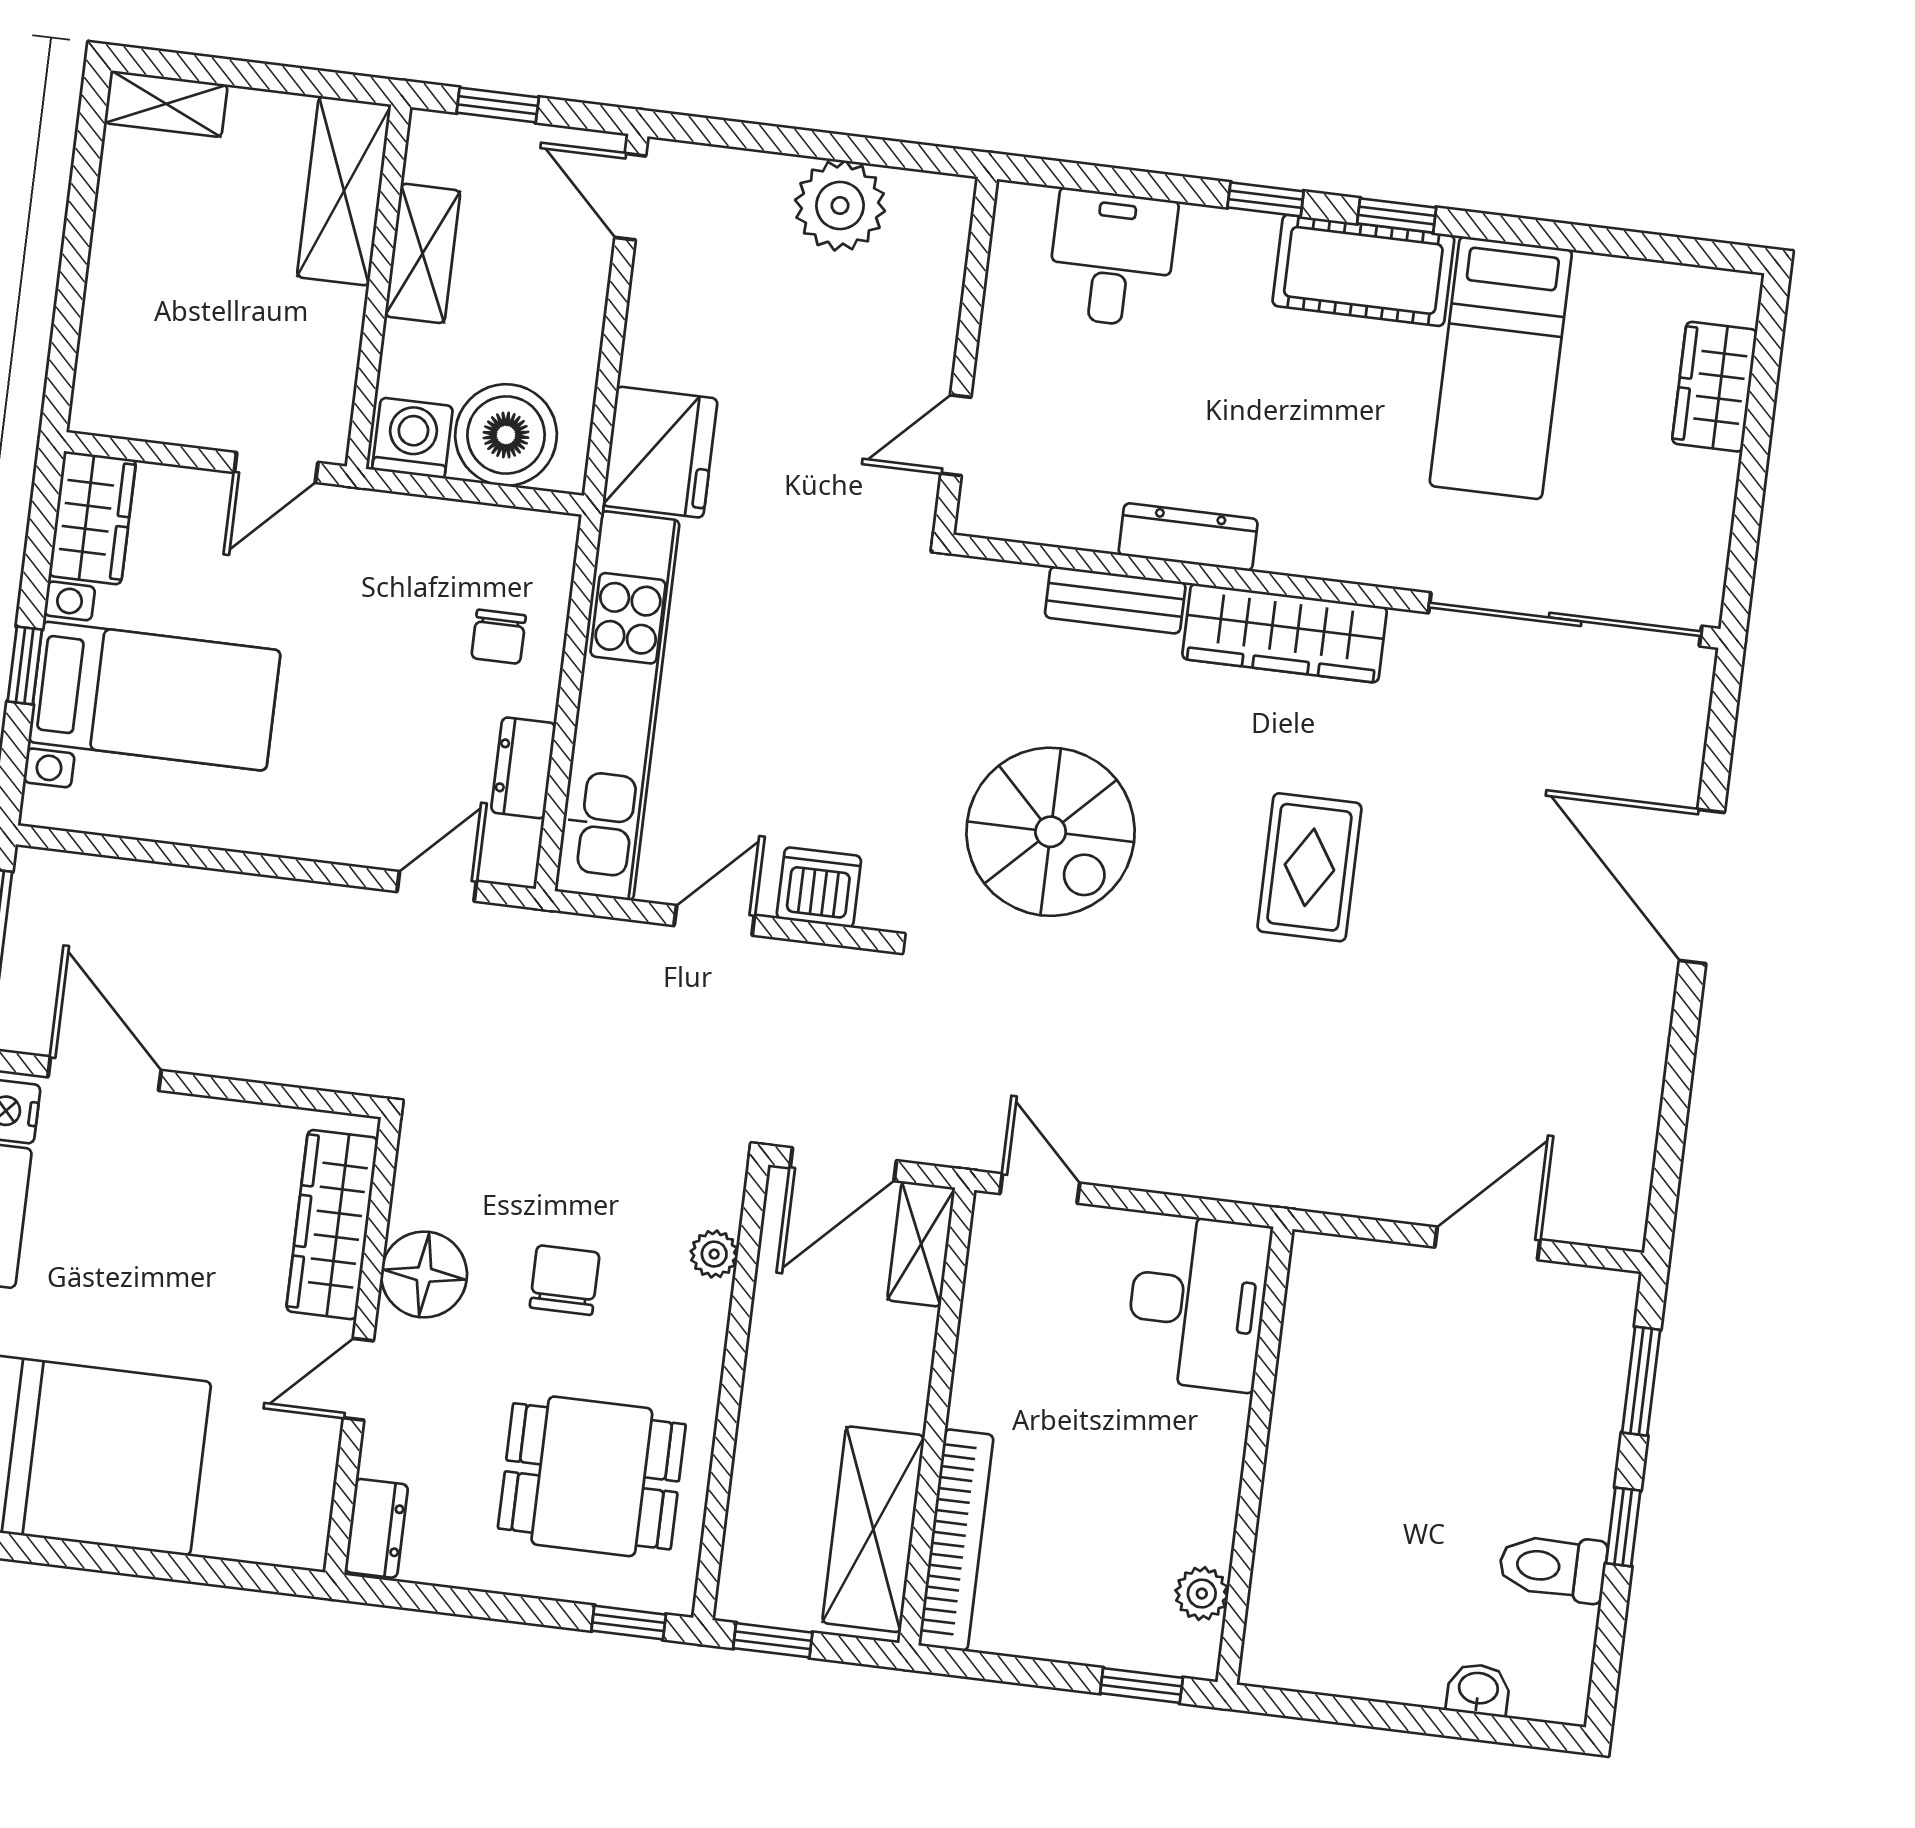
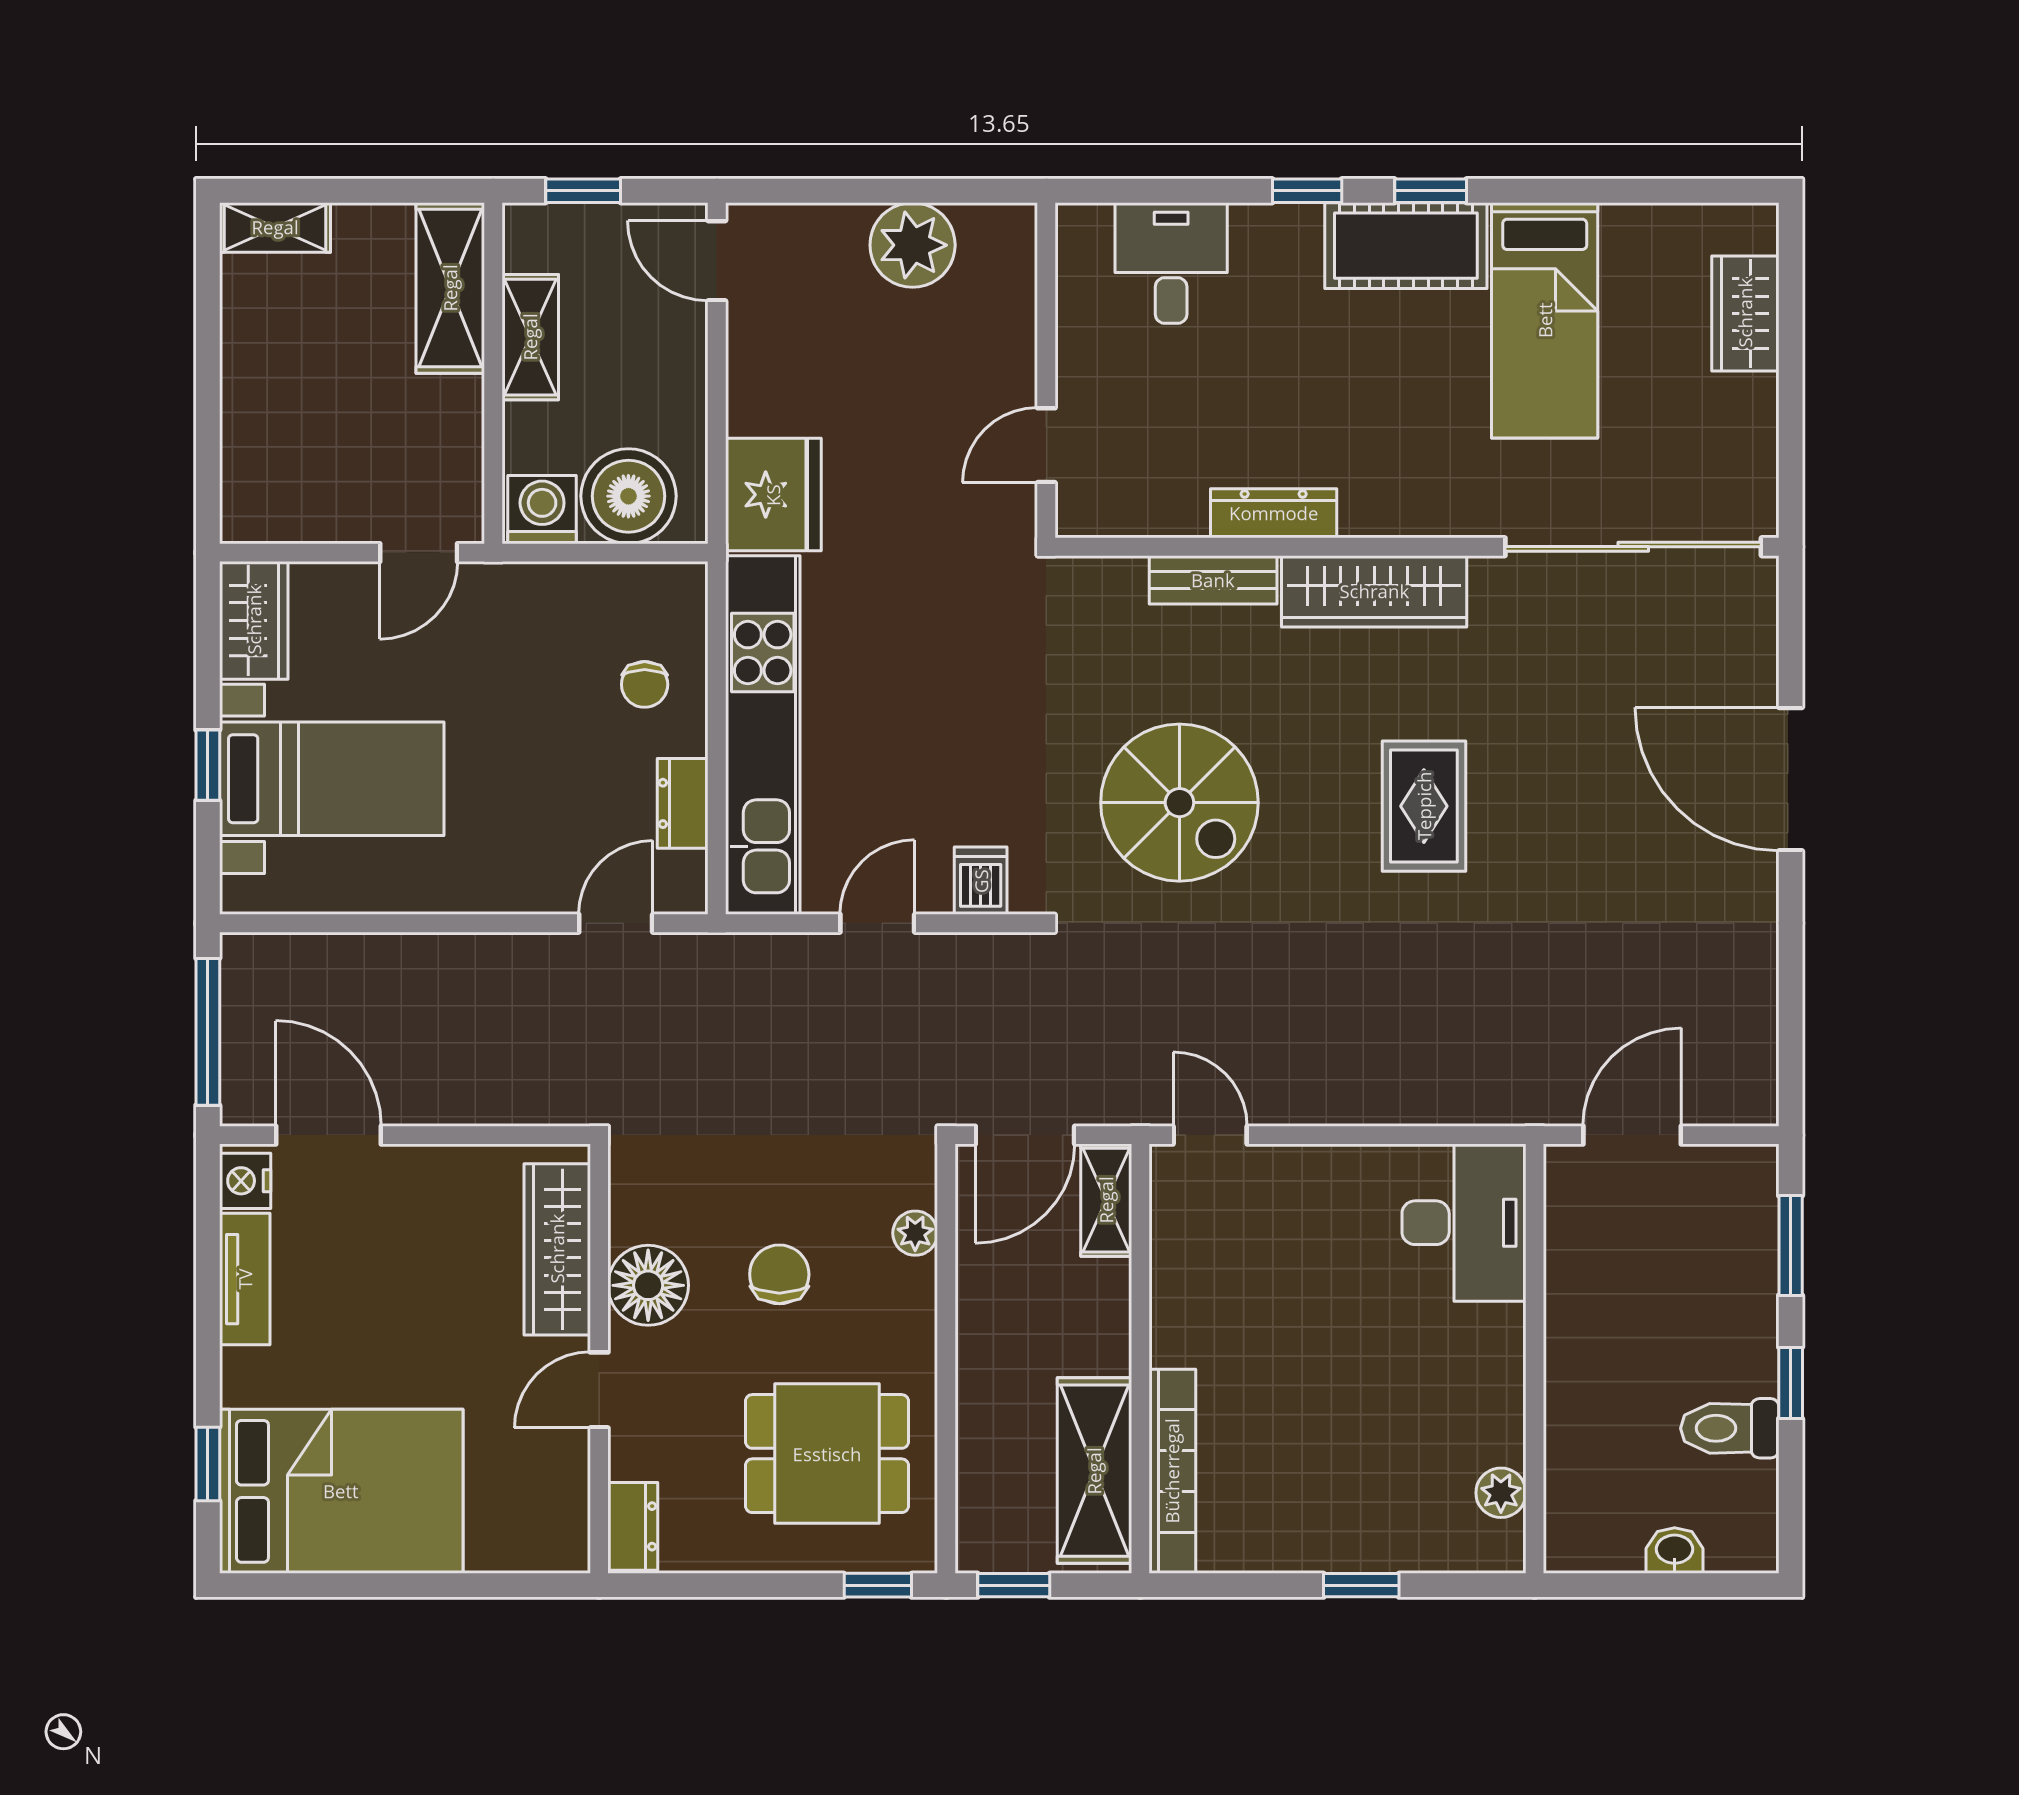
dishwasher: (819, 887) -> (981, 881), width x0.73
desk: (1198, 1302) -> (1464, 1223), moved
wall: (1255, 1456) -> (1535, 1359), moved
plant: (1202, 1594) -> (1501, 1493), moved

